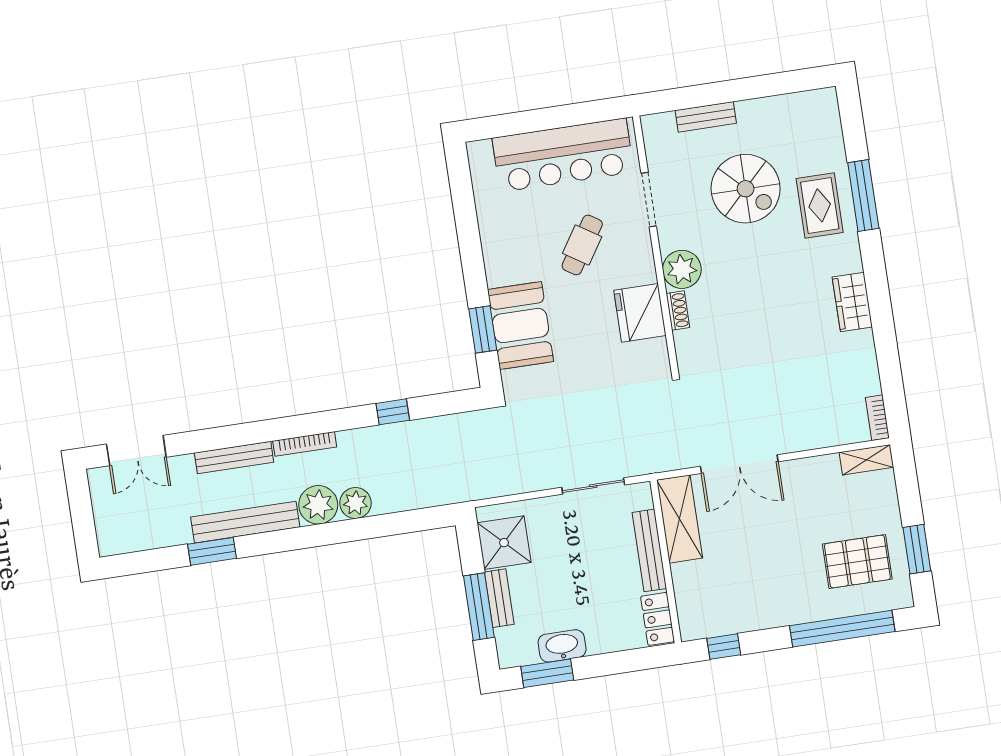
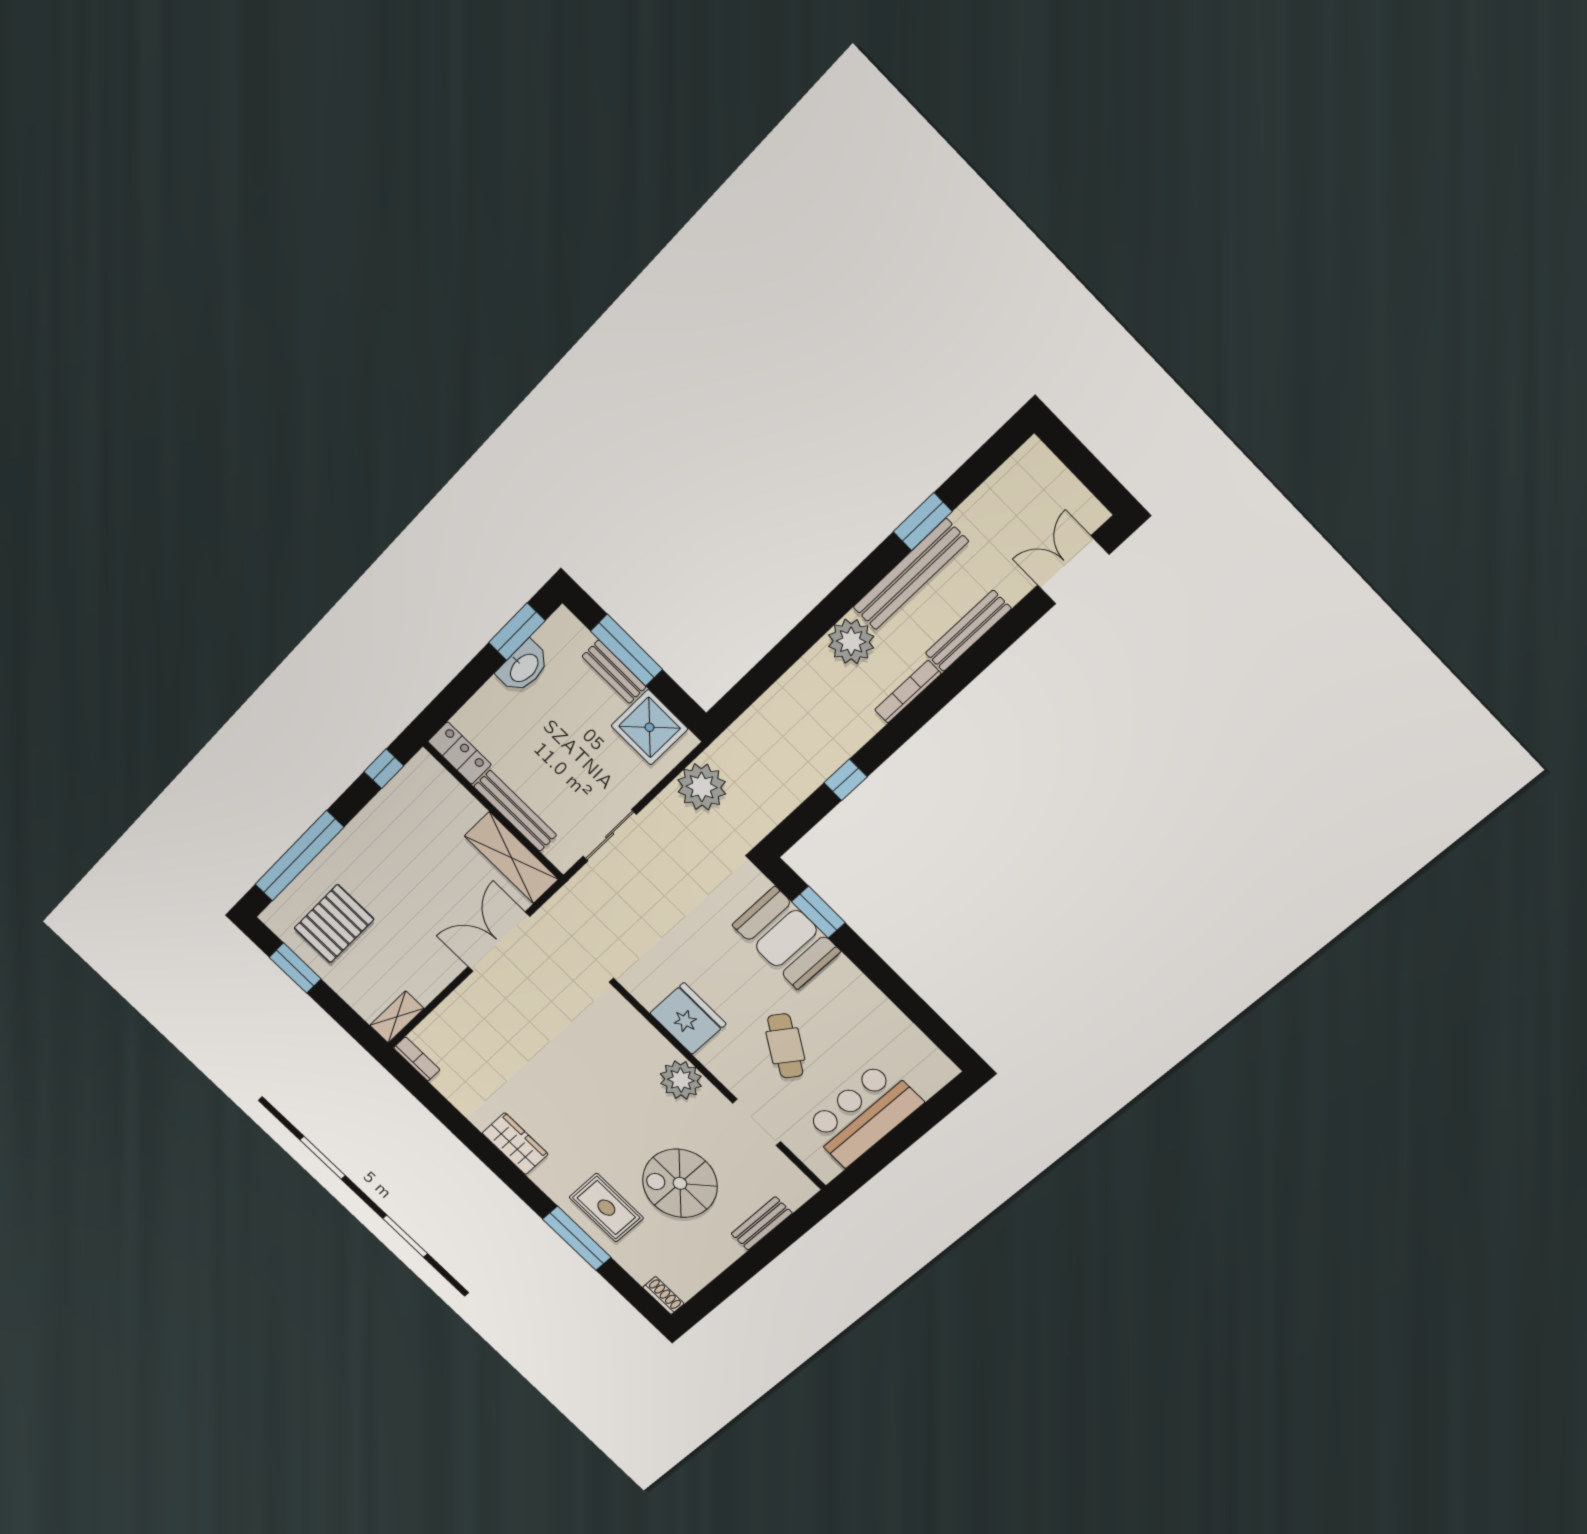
bar counter: (563, 155) -> (863, 1114), width x0.73
shoe rack: (678, 310) -> (663, 1295), moved, turned 180
plant: (355, 503) -> (702, 787), moved, width x1.36, depth x1.36

